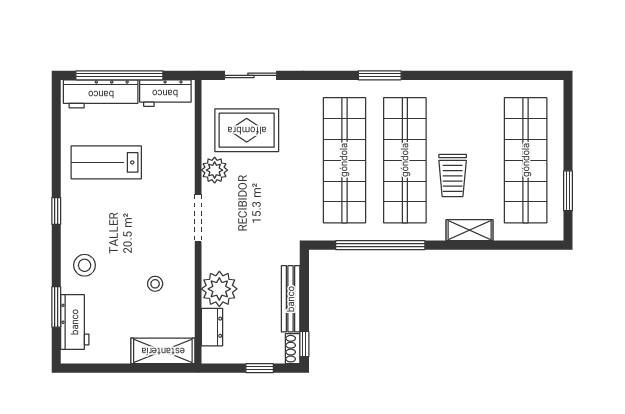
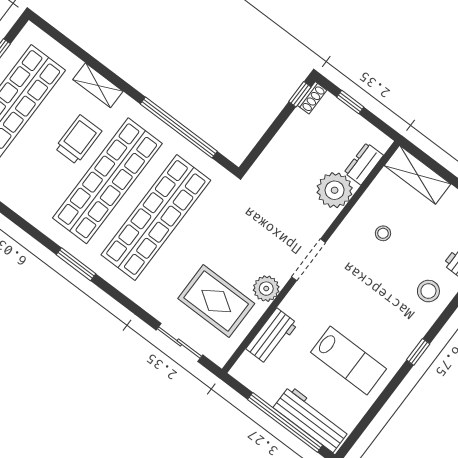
workbench: (165, 93) -> (272, 336), moved, turned 90
bench: (291, 299) -> (283, 139), removed

